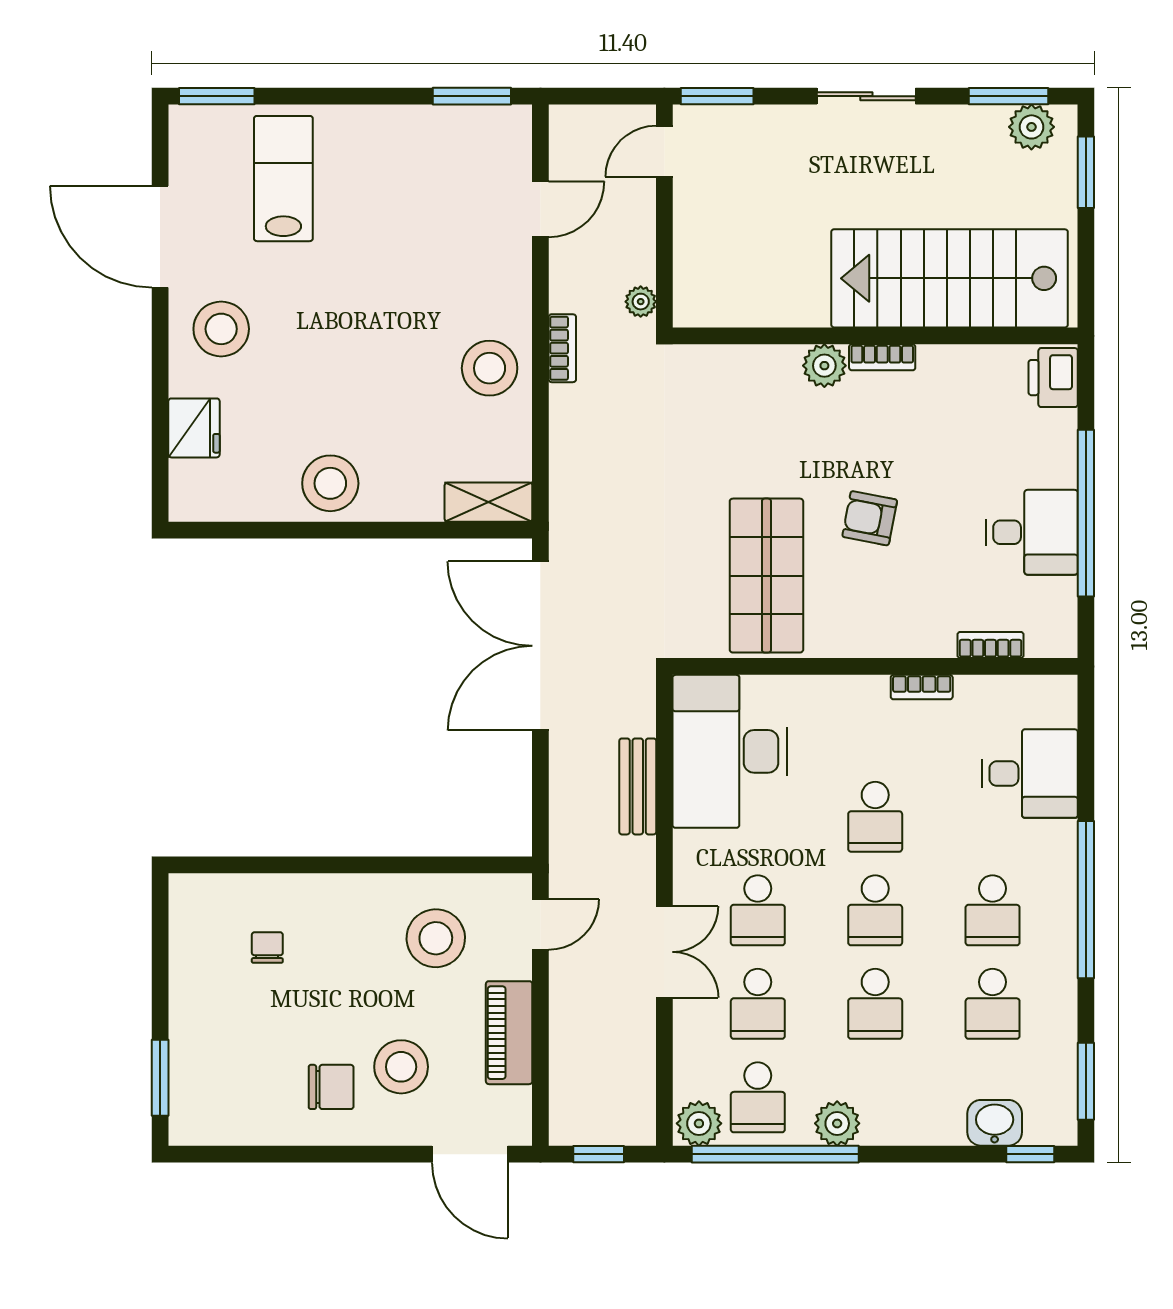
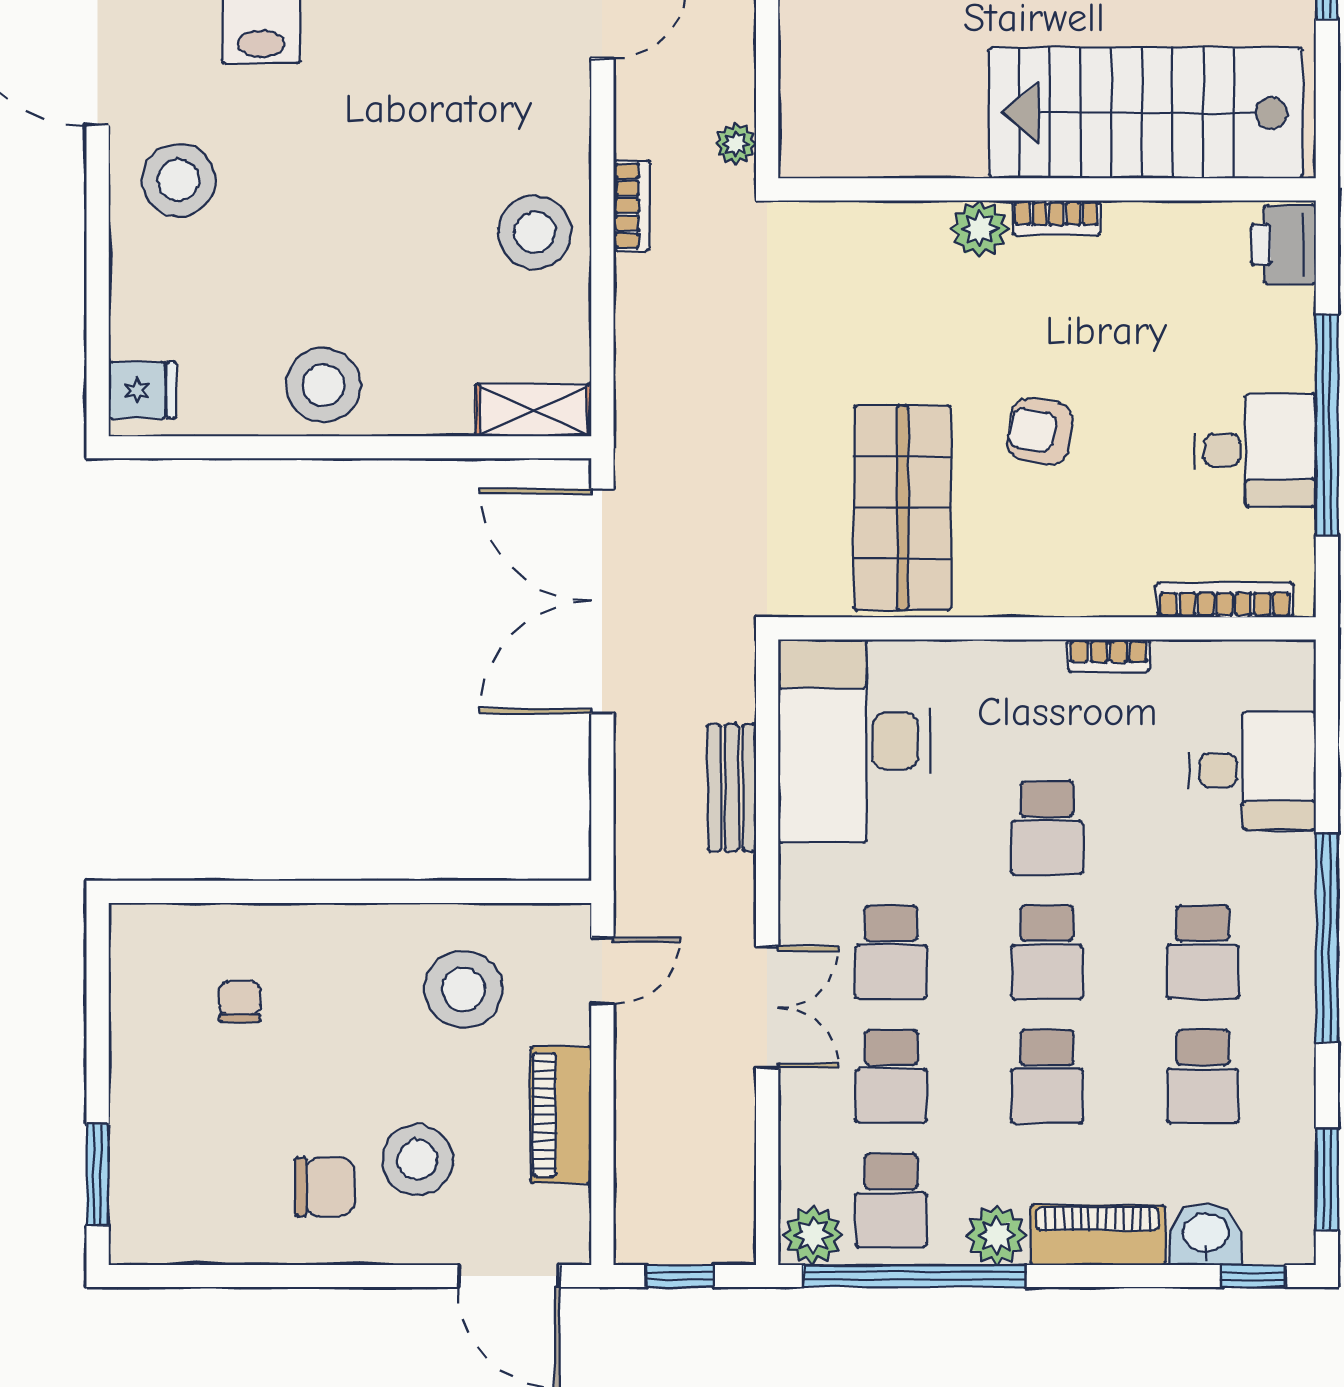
fridge: (194, 428) -> (142, 390), moved, width x0.72
bookcase: (991, 645) -> (1225, 600), width x1.56
piano: (913, 1123) -> (1098, 1235), added

